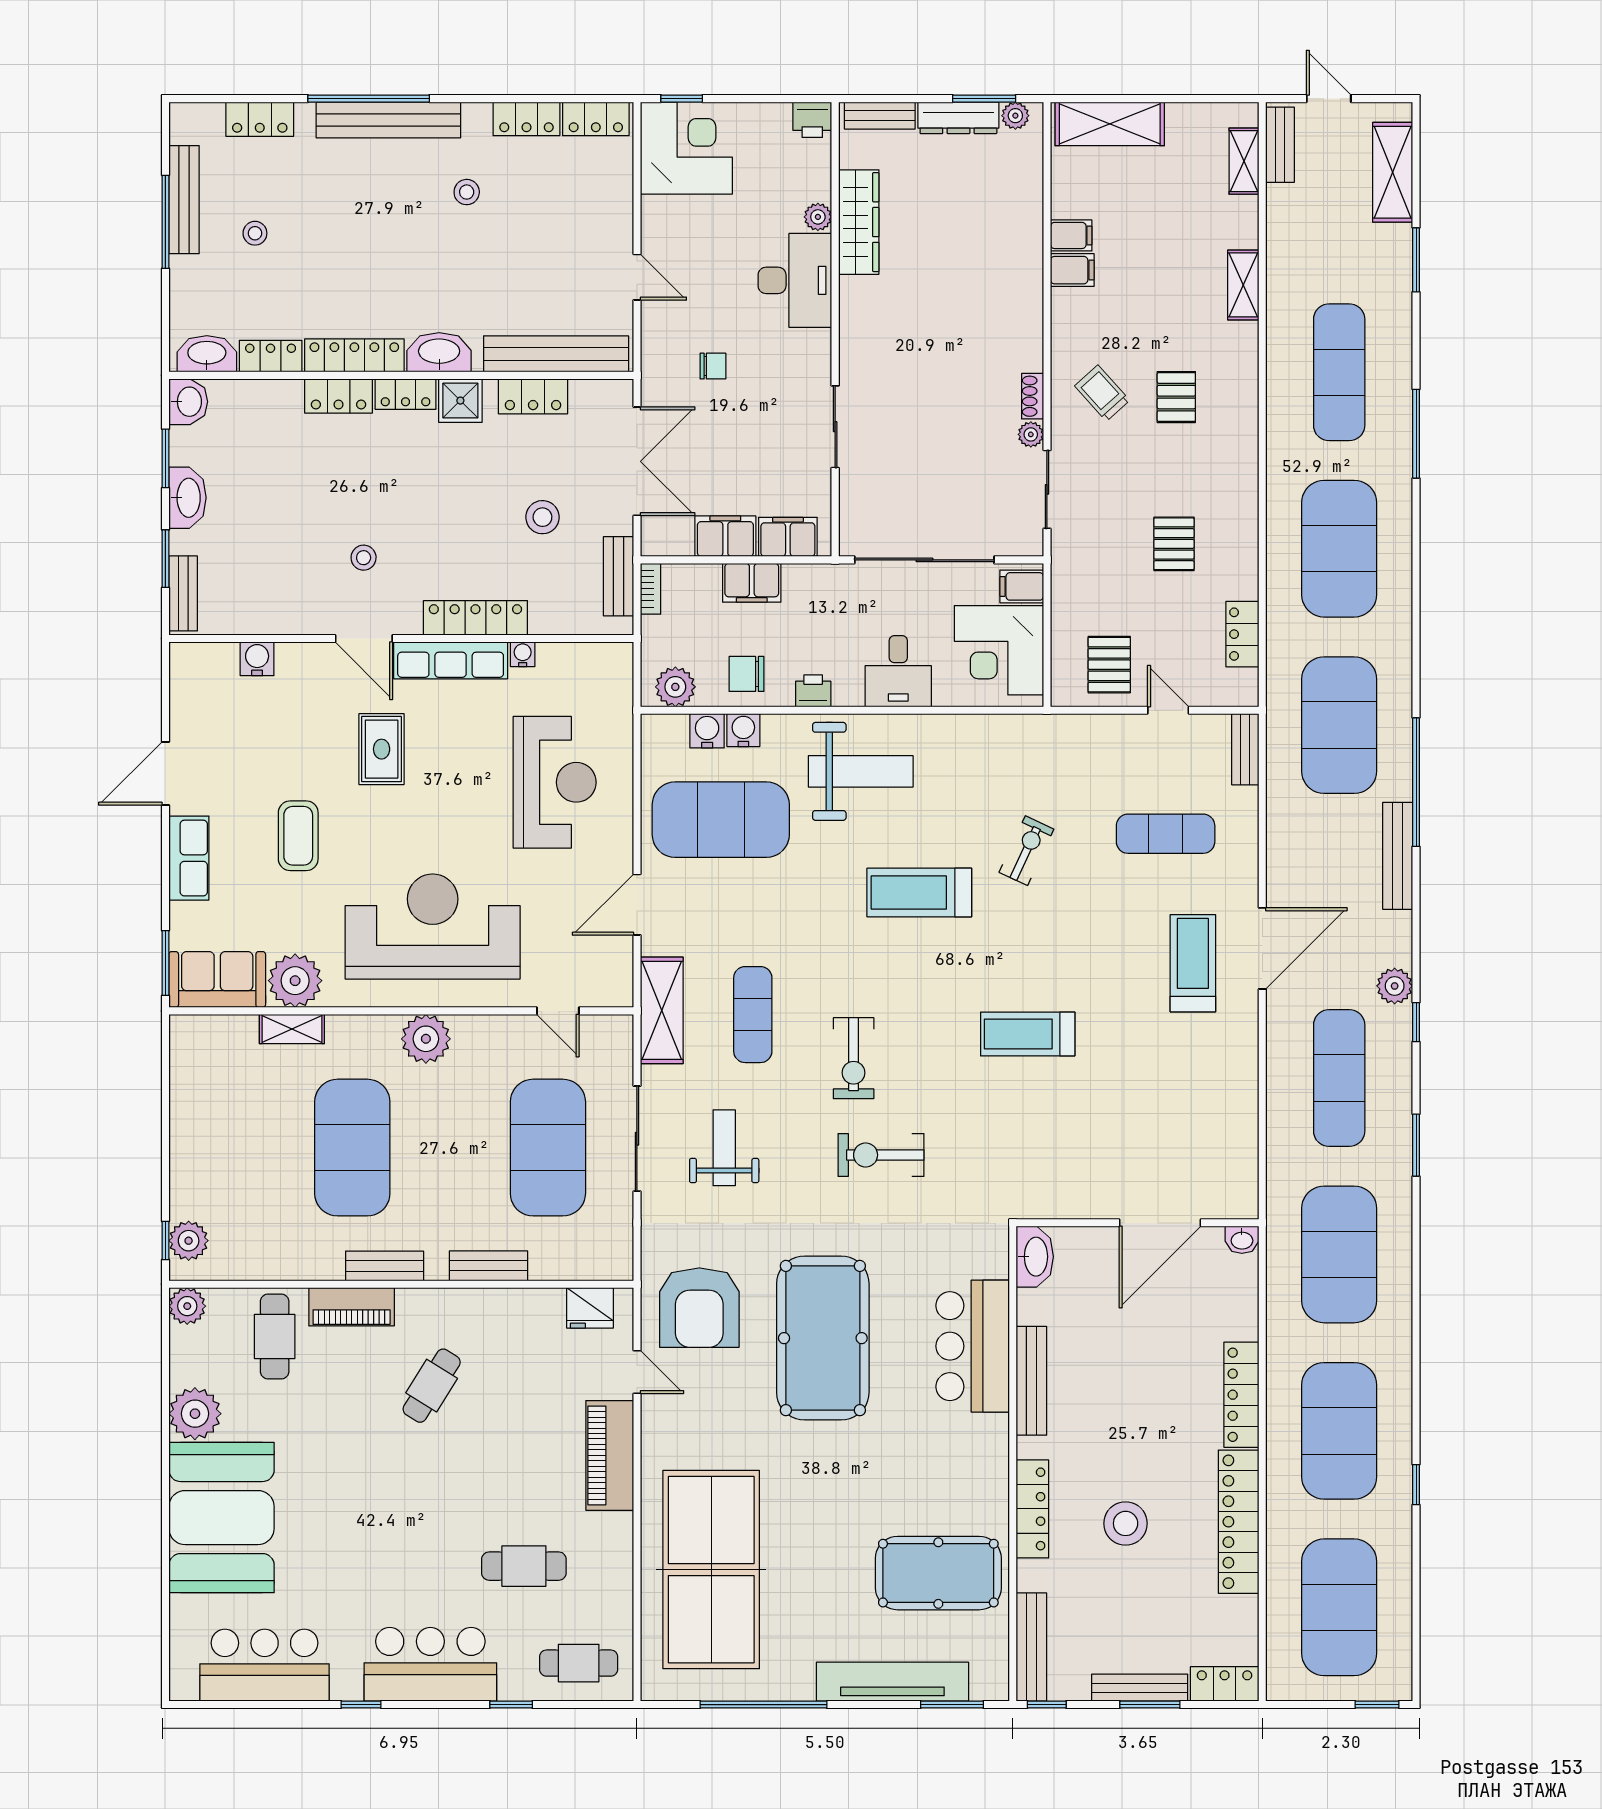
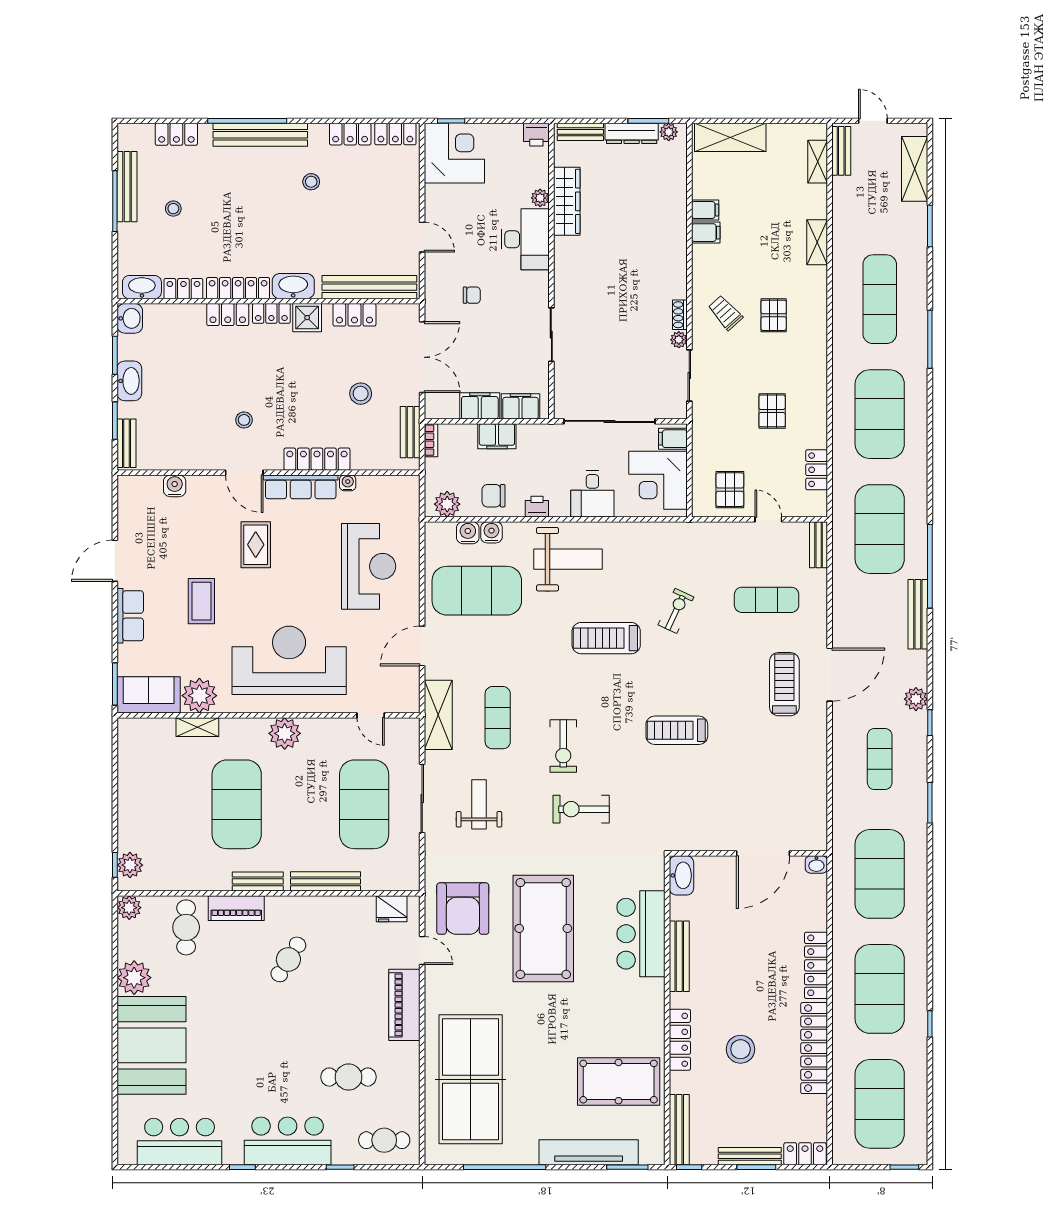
exercise mat: (1339, 1078) -> (880, 759), width x0.73, depth x0.69
bench: (488, 1266) -> (325, 881), width x1.36

